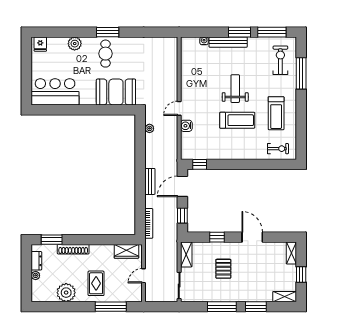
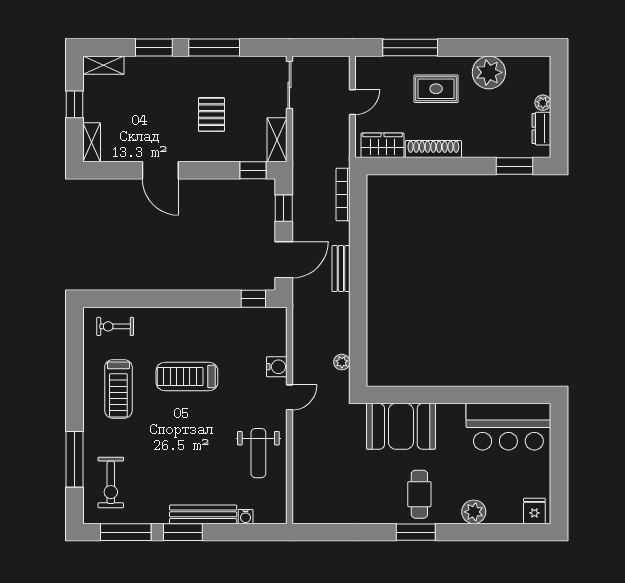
weight bench: (235, 89) -> (258, 453), moved
treadmill: (276, 113) -> (118, 389), turned 180
window: (217, 237) -> (253, 170), moved
shoe rack: (73, 249) -> (433, 149), moved
rug: (96, 283) -> (436, 89), turned 90

